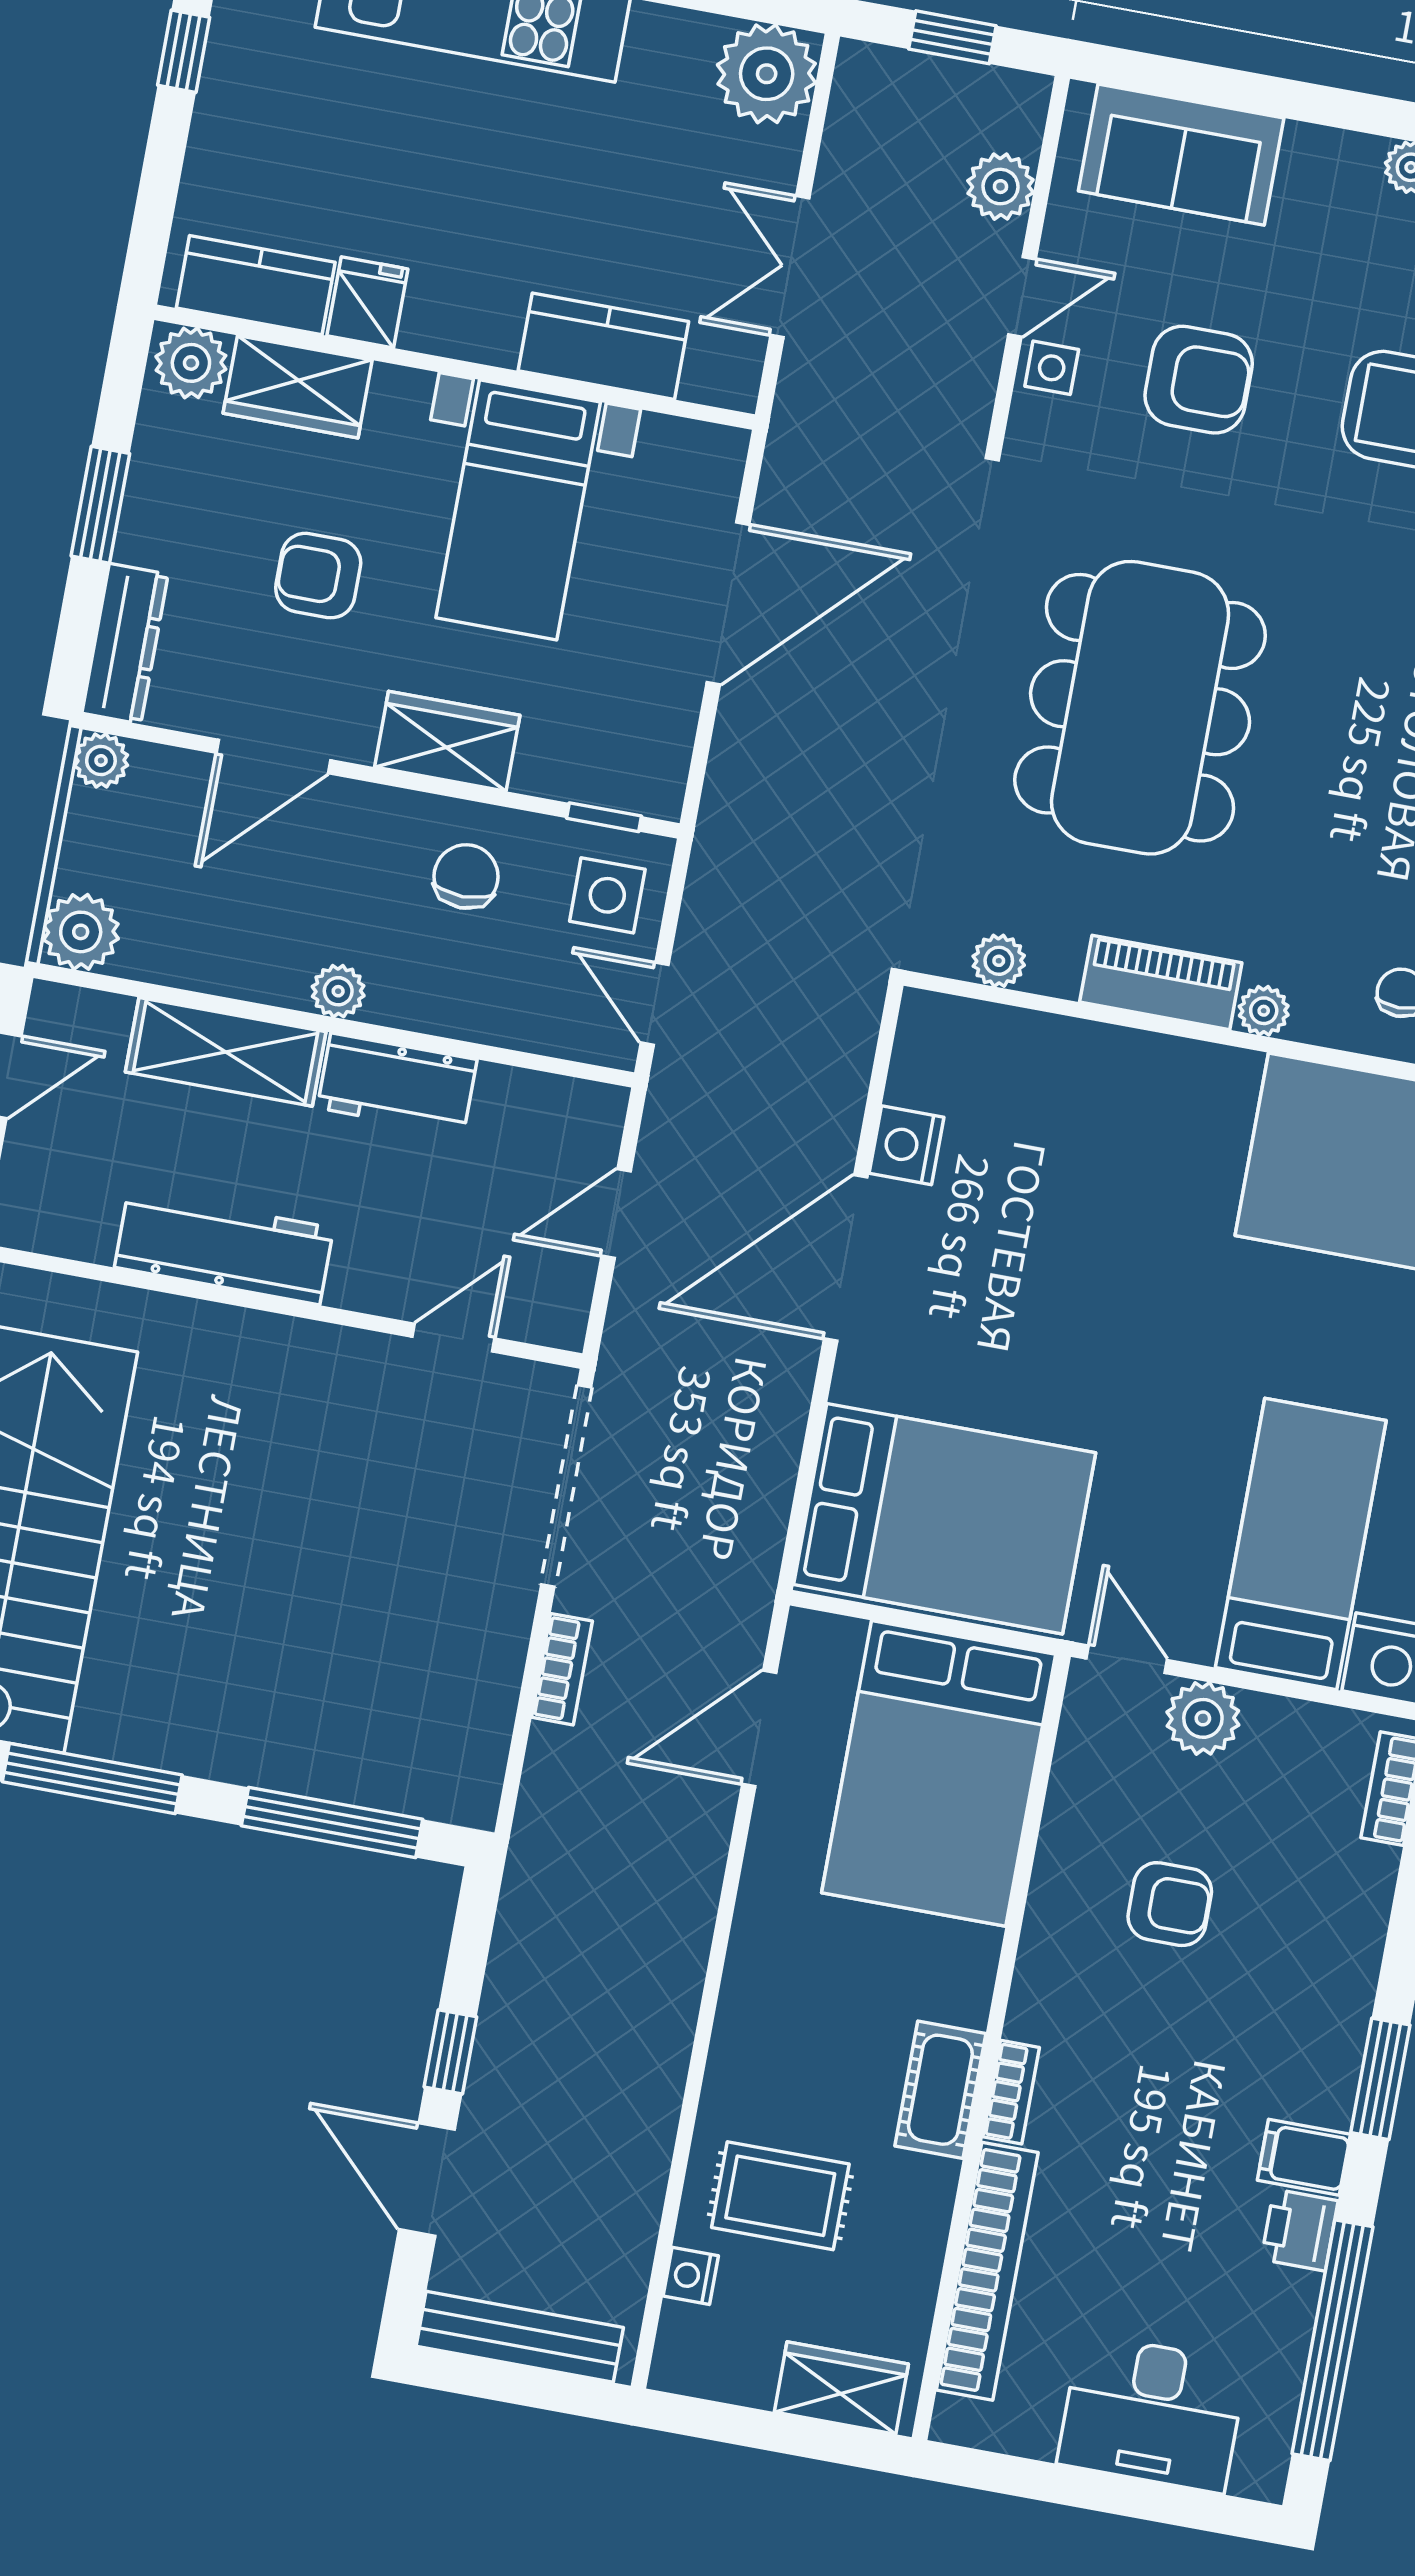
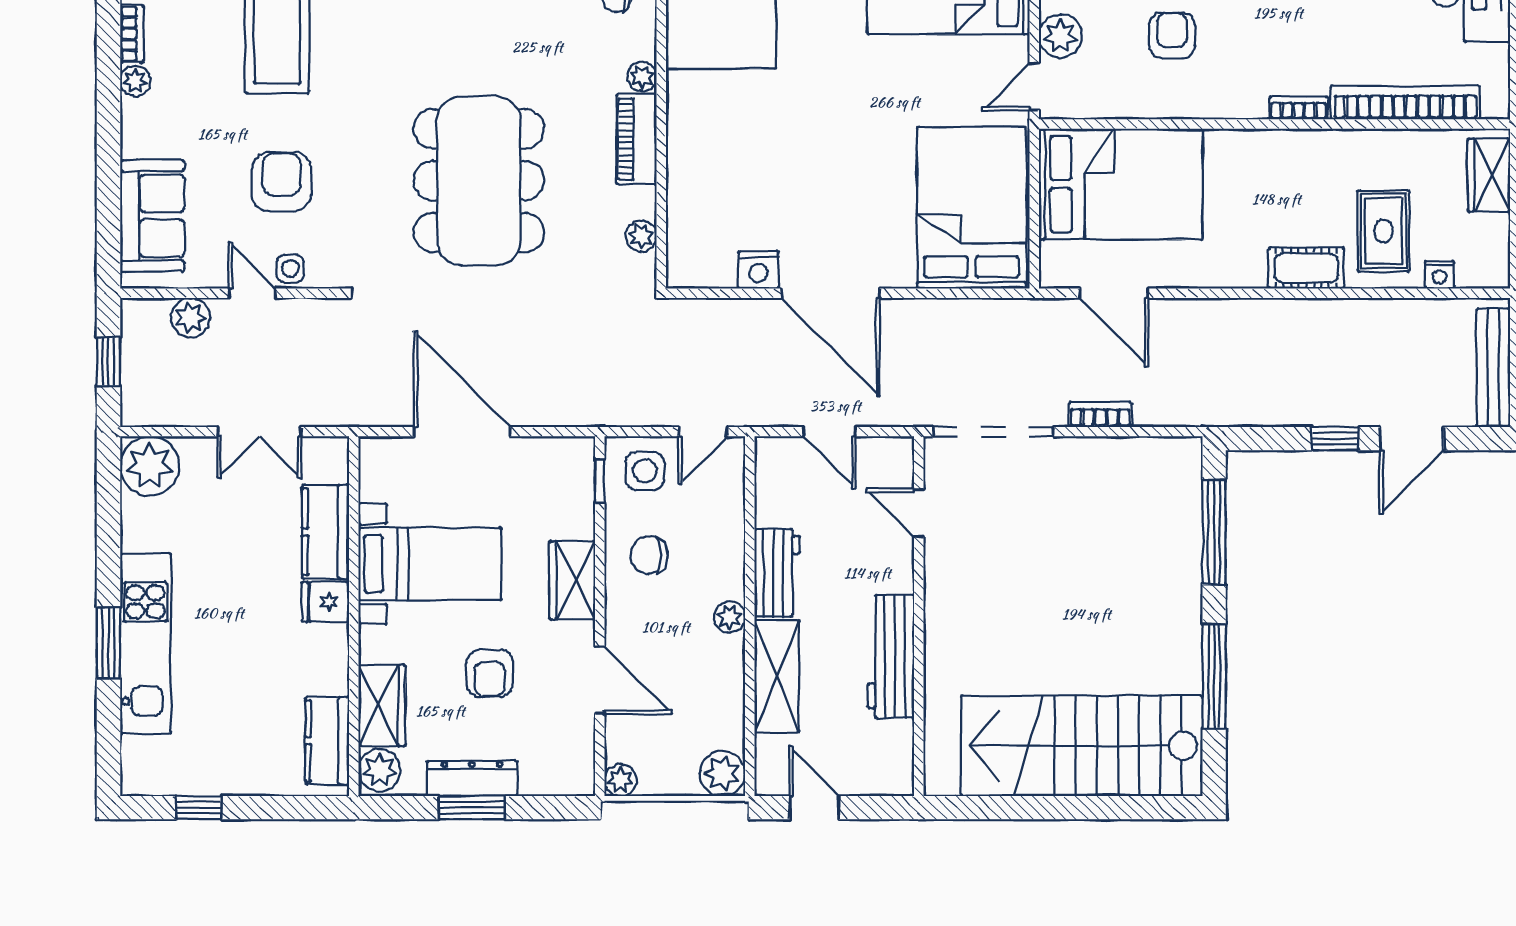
fridge: (367, 302) -> (325, 602), moved
dresser: (125, 644) -> (472, 778), moved
dining table: (1140, 708) -> (479, 181), turned 90
cot: (940, 2090) -> (1306, 268), moved

